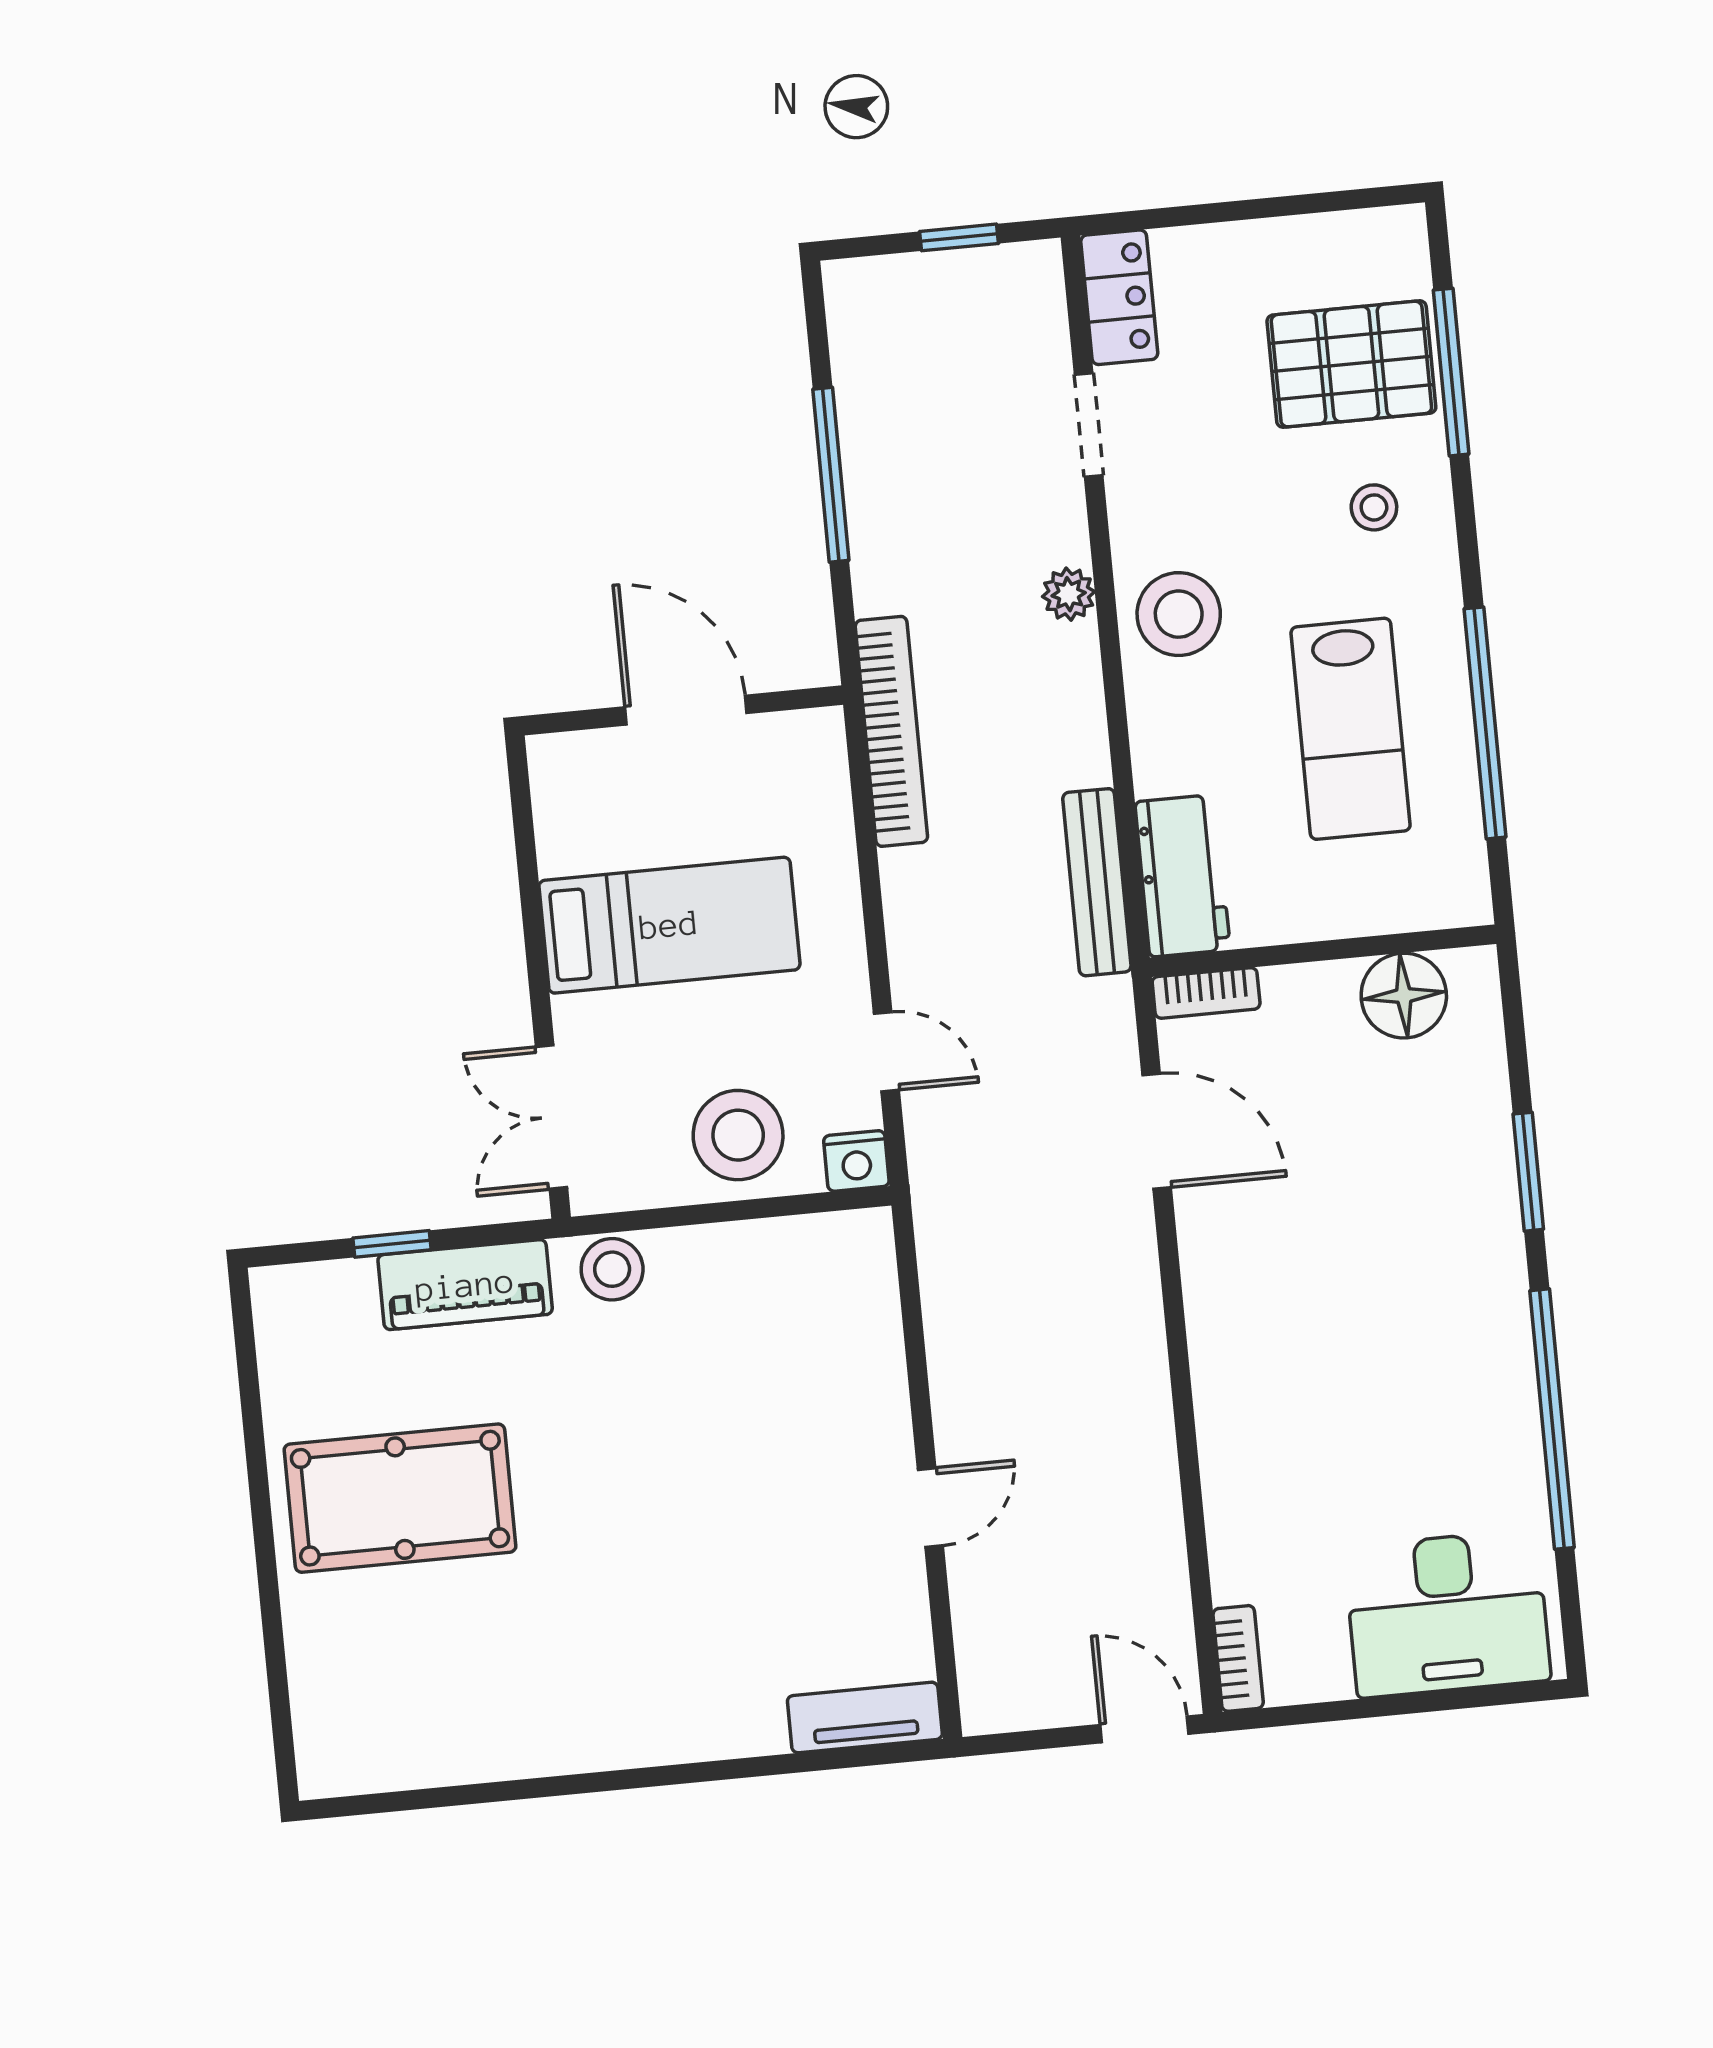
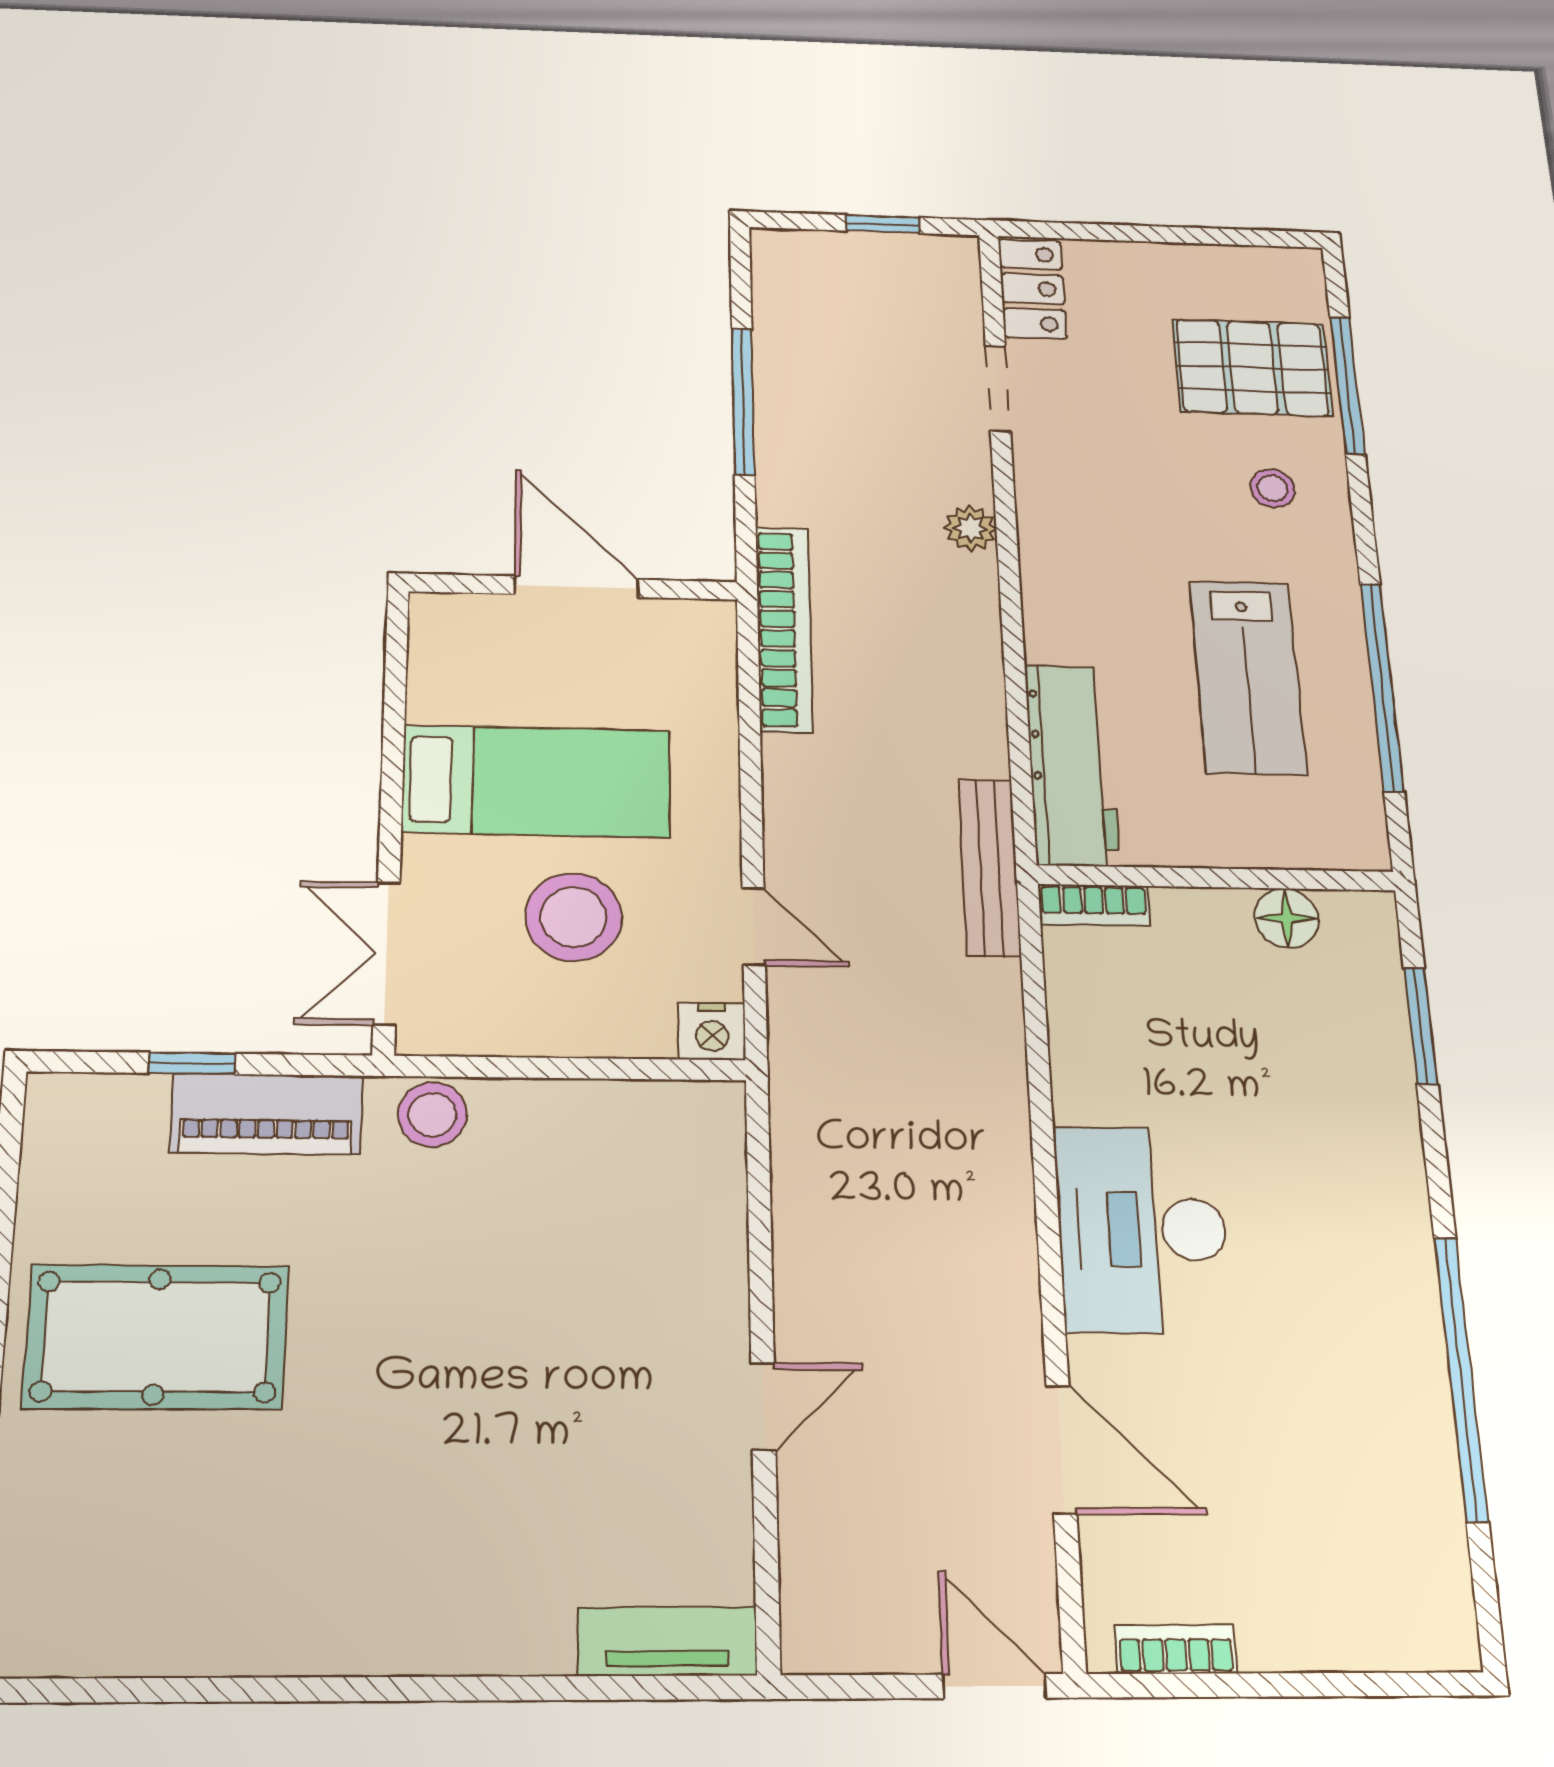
stool: (1179, 614) -> (1079, 558), removed
workbench: (1183, 876) -> (1072, 765), width x1.38
bench: (1097, 882) -> (989, 867), moved
floor lamp: (1404, 996) -> (1287, 918), width x0.73, depth x0.73
door: (1157, 1131) -> (1061, 1449), moved
stool: (738, 1135) -> (573, 917), moved
window: (1528, 1172) -> (1421, 1026), moved
desk: (1447, 1614) -> (1142, 1229), moved, turned 90
bookcase: (1238, 1658) -> (1176, 1649), moved, turned -90

